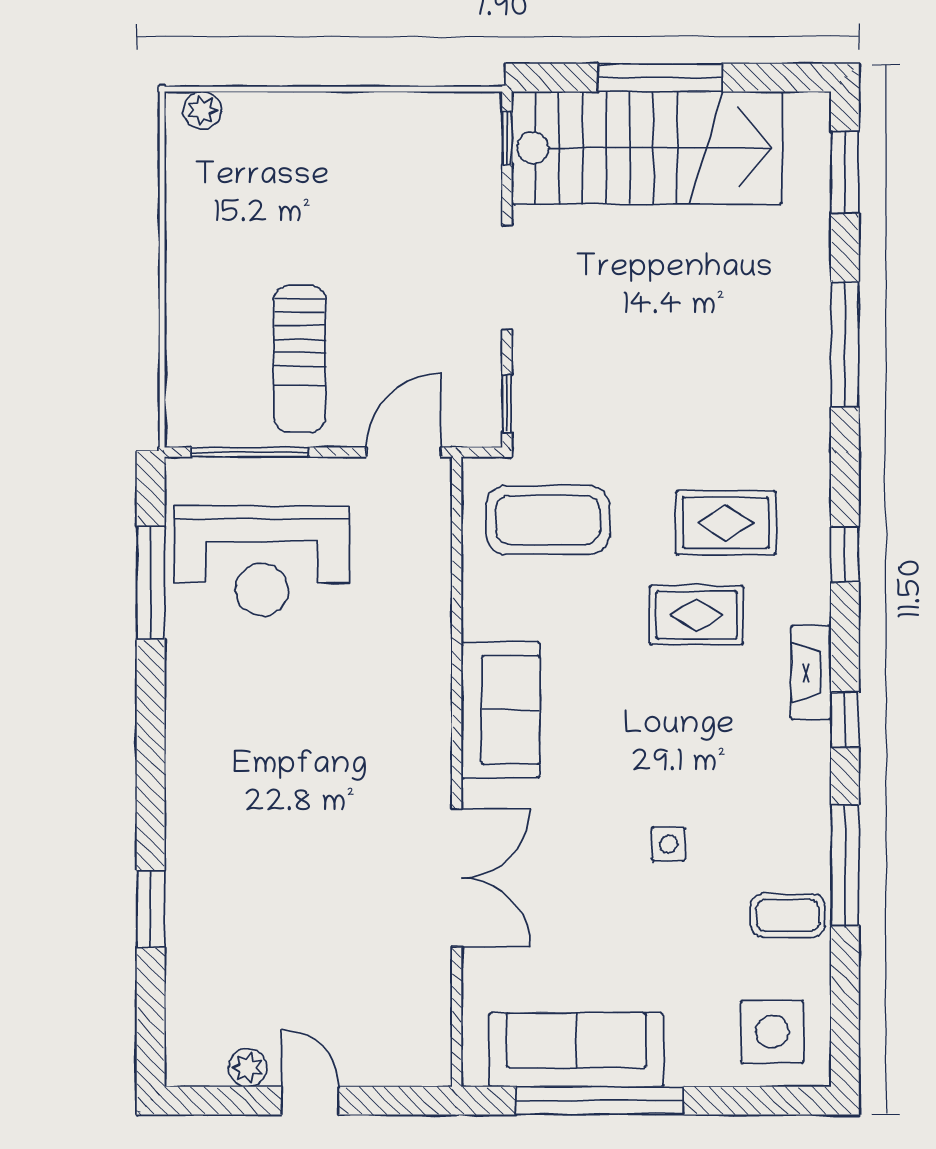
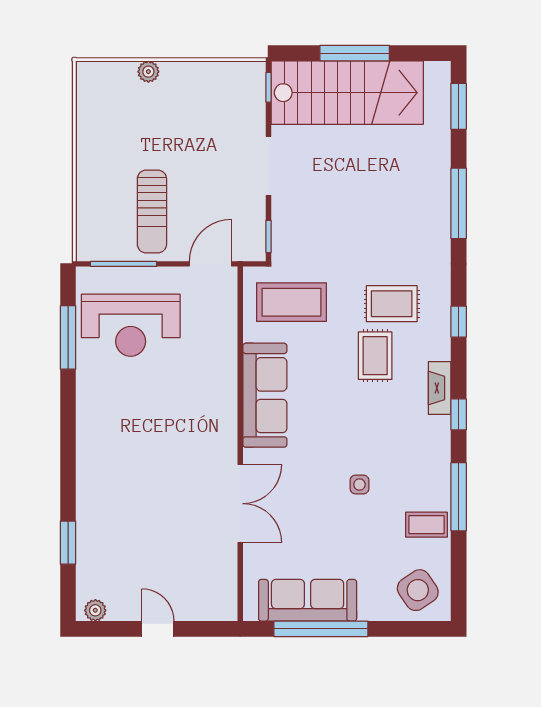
plant: (202, 110) -> (148, 72), moved
rug: (696, 615) -> (375, 356), turned 90
sofa: (500, 710) -> (265, 395), width x1.36
window: (151, 909) -> (68, 543), moved
side table: (772, 1032) -> (418, 590), turned -34
plant: (248, 1068) -> (95, 610), moved

